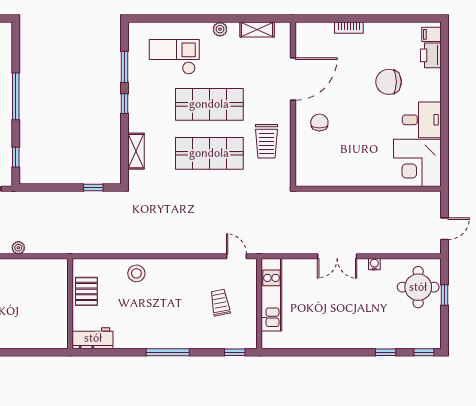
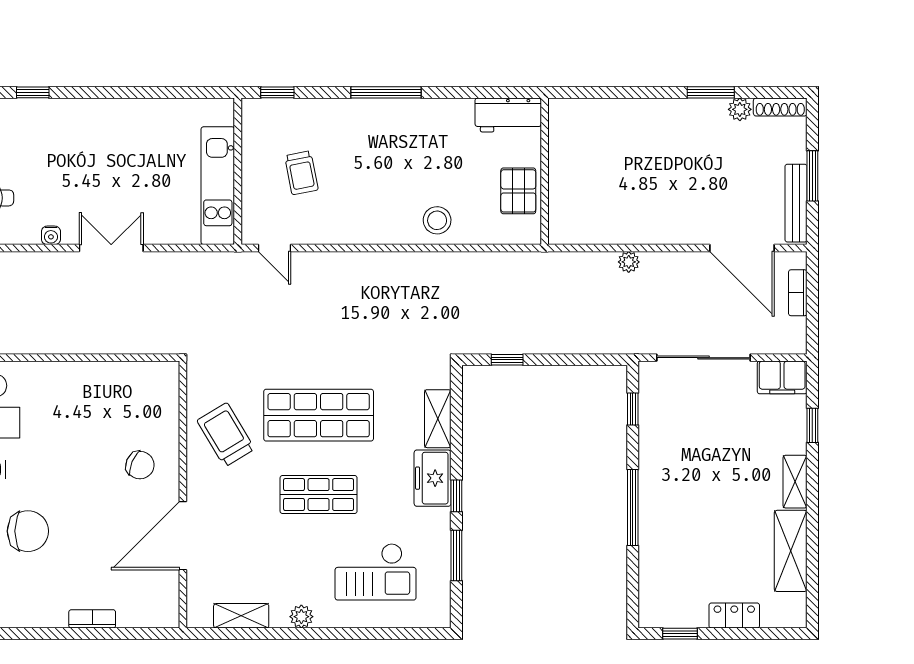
shop shelf: (209, 104) -> (319, 495), width x0.70, depth x0.74
freezer: (139, 114) -> (433, 478), added
chair: (319, 123) -> (140, 465), turned -67
trolley: (267, 141) -> (226, 435), turned -31

